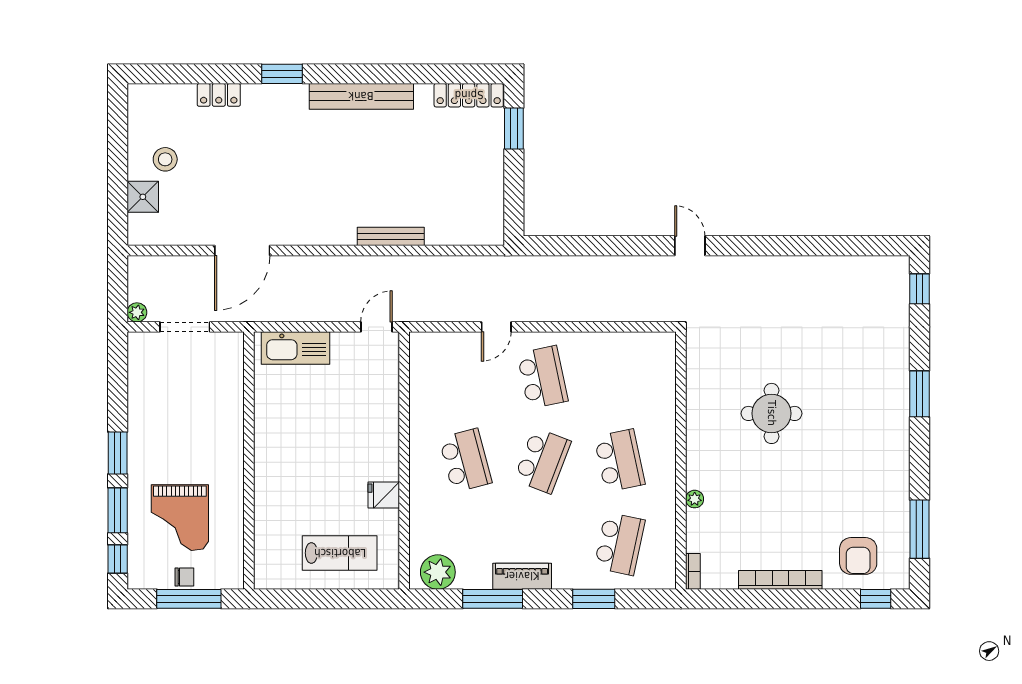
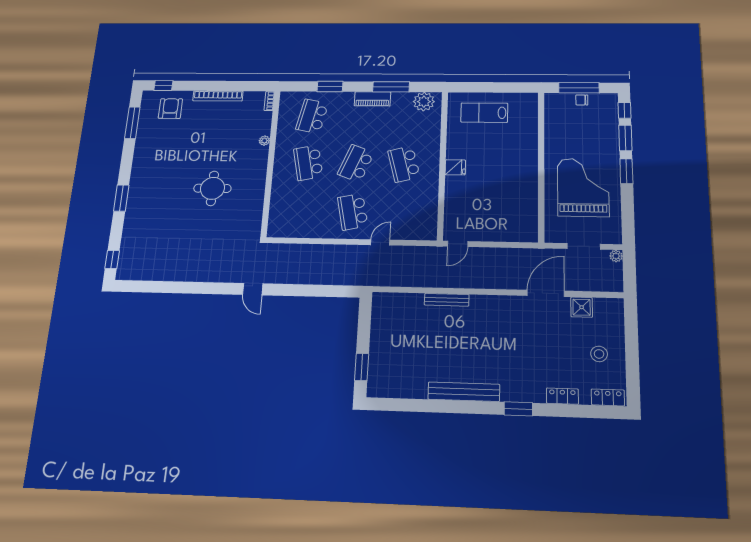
locker: (469, 95) -> (608, 397), moved, width x0.66
shower: (143, 197) -> (582, 307), moved
kitchen sink: (295, 348) -> (511, 232), removed
fridge: (384, 495) -> (455, 167), moved
grand piano: (180, 518) -> (583, 187), moved, width x1.37, depth x1.48

